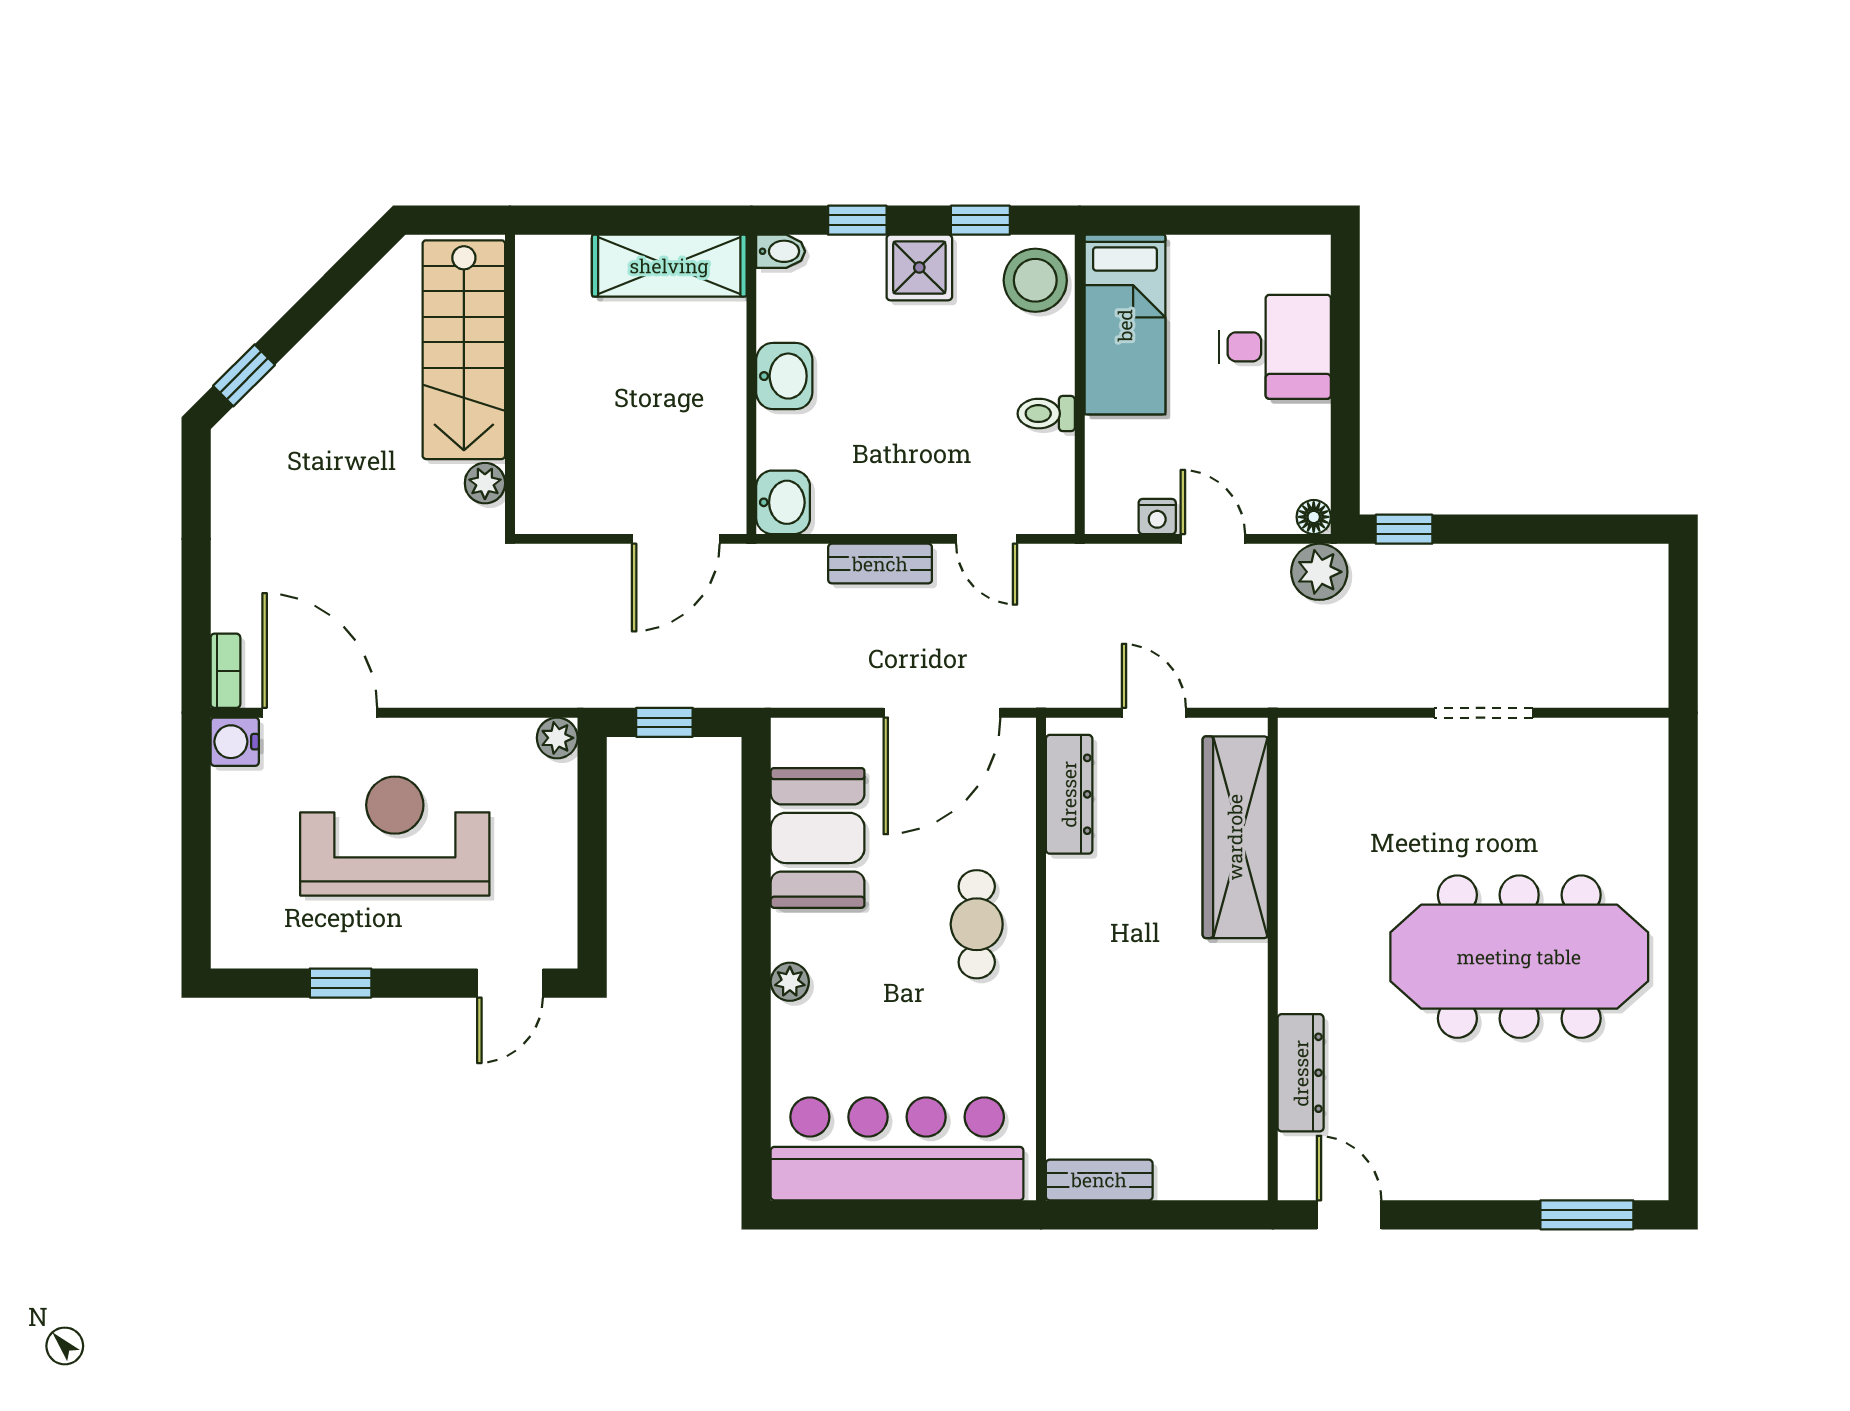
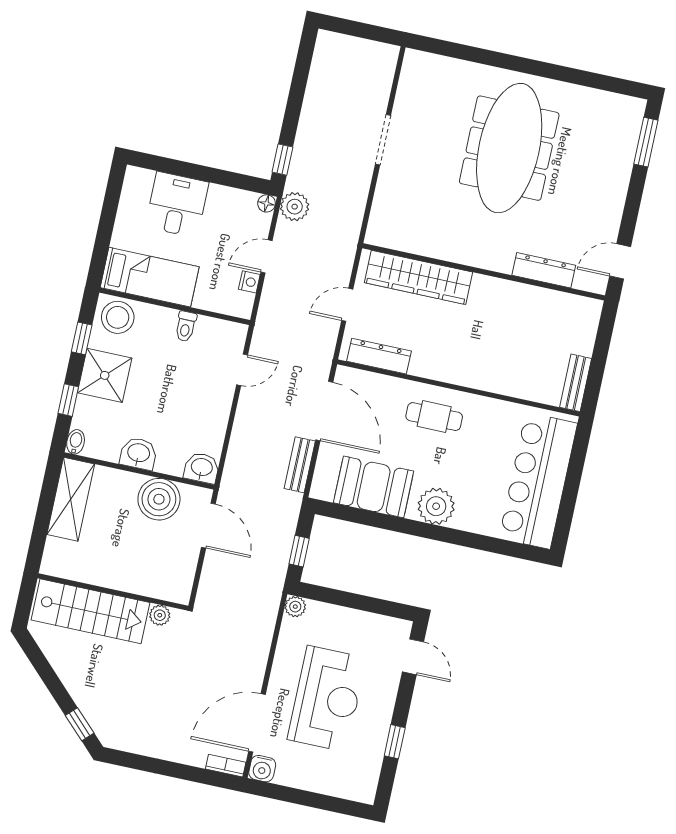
shower: (919, 267) -> (105, 375), width x1.36, depth x1.36
boiler: (706, 434) -> (159, 499), added
bench: (880, 564) -> (300, 465), moved
reception desk: (395, 836) -> (327, 699), turned 180
plant: (790, 982) -> (436, 506), width x1.88, depth x1.88

